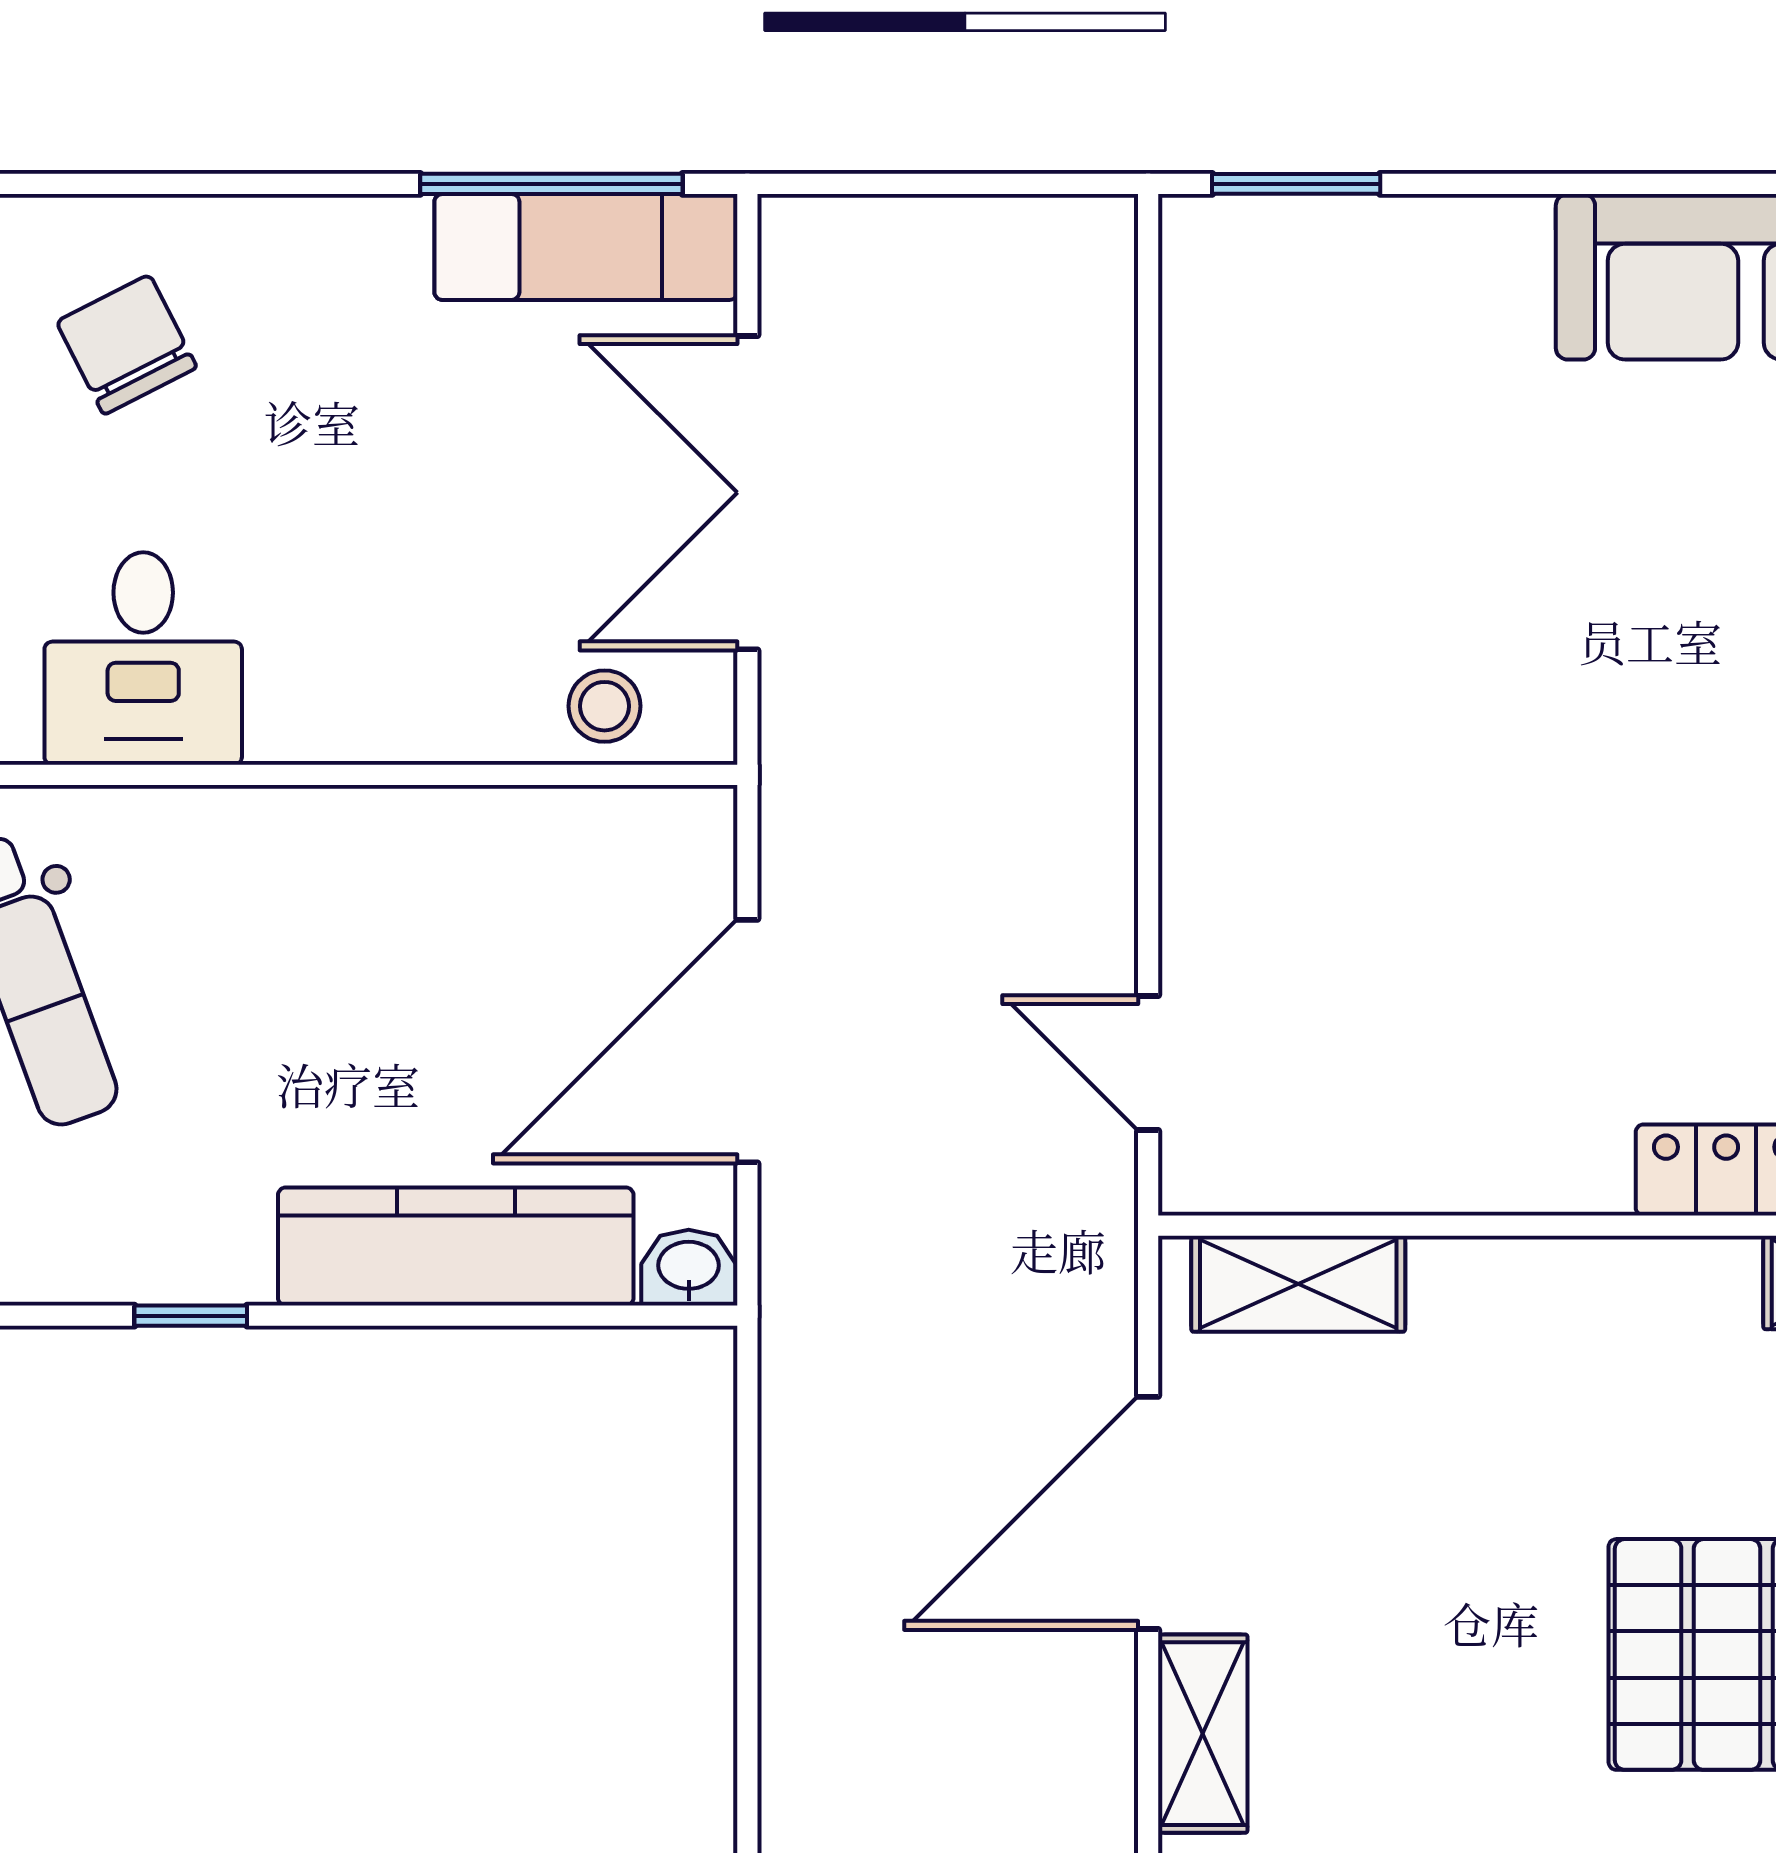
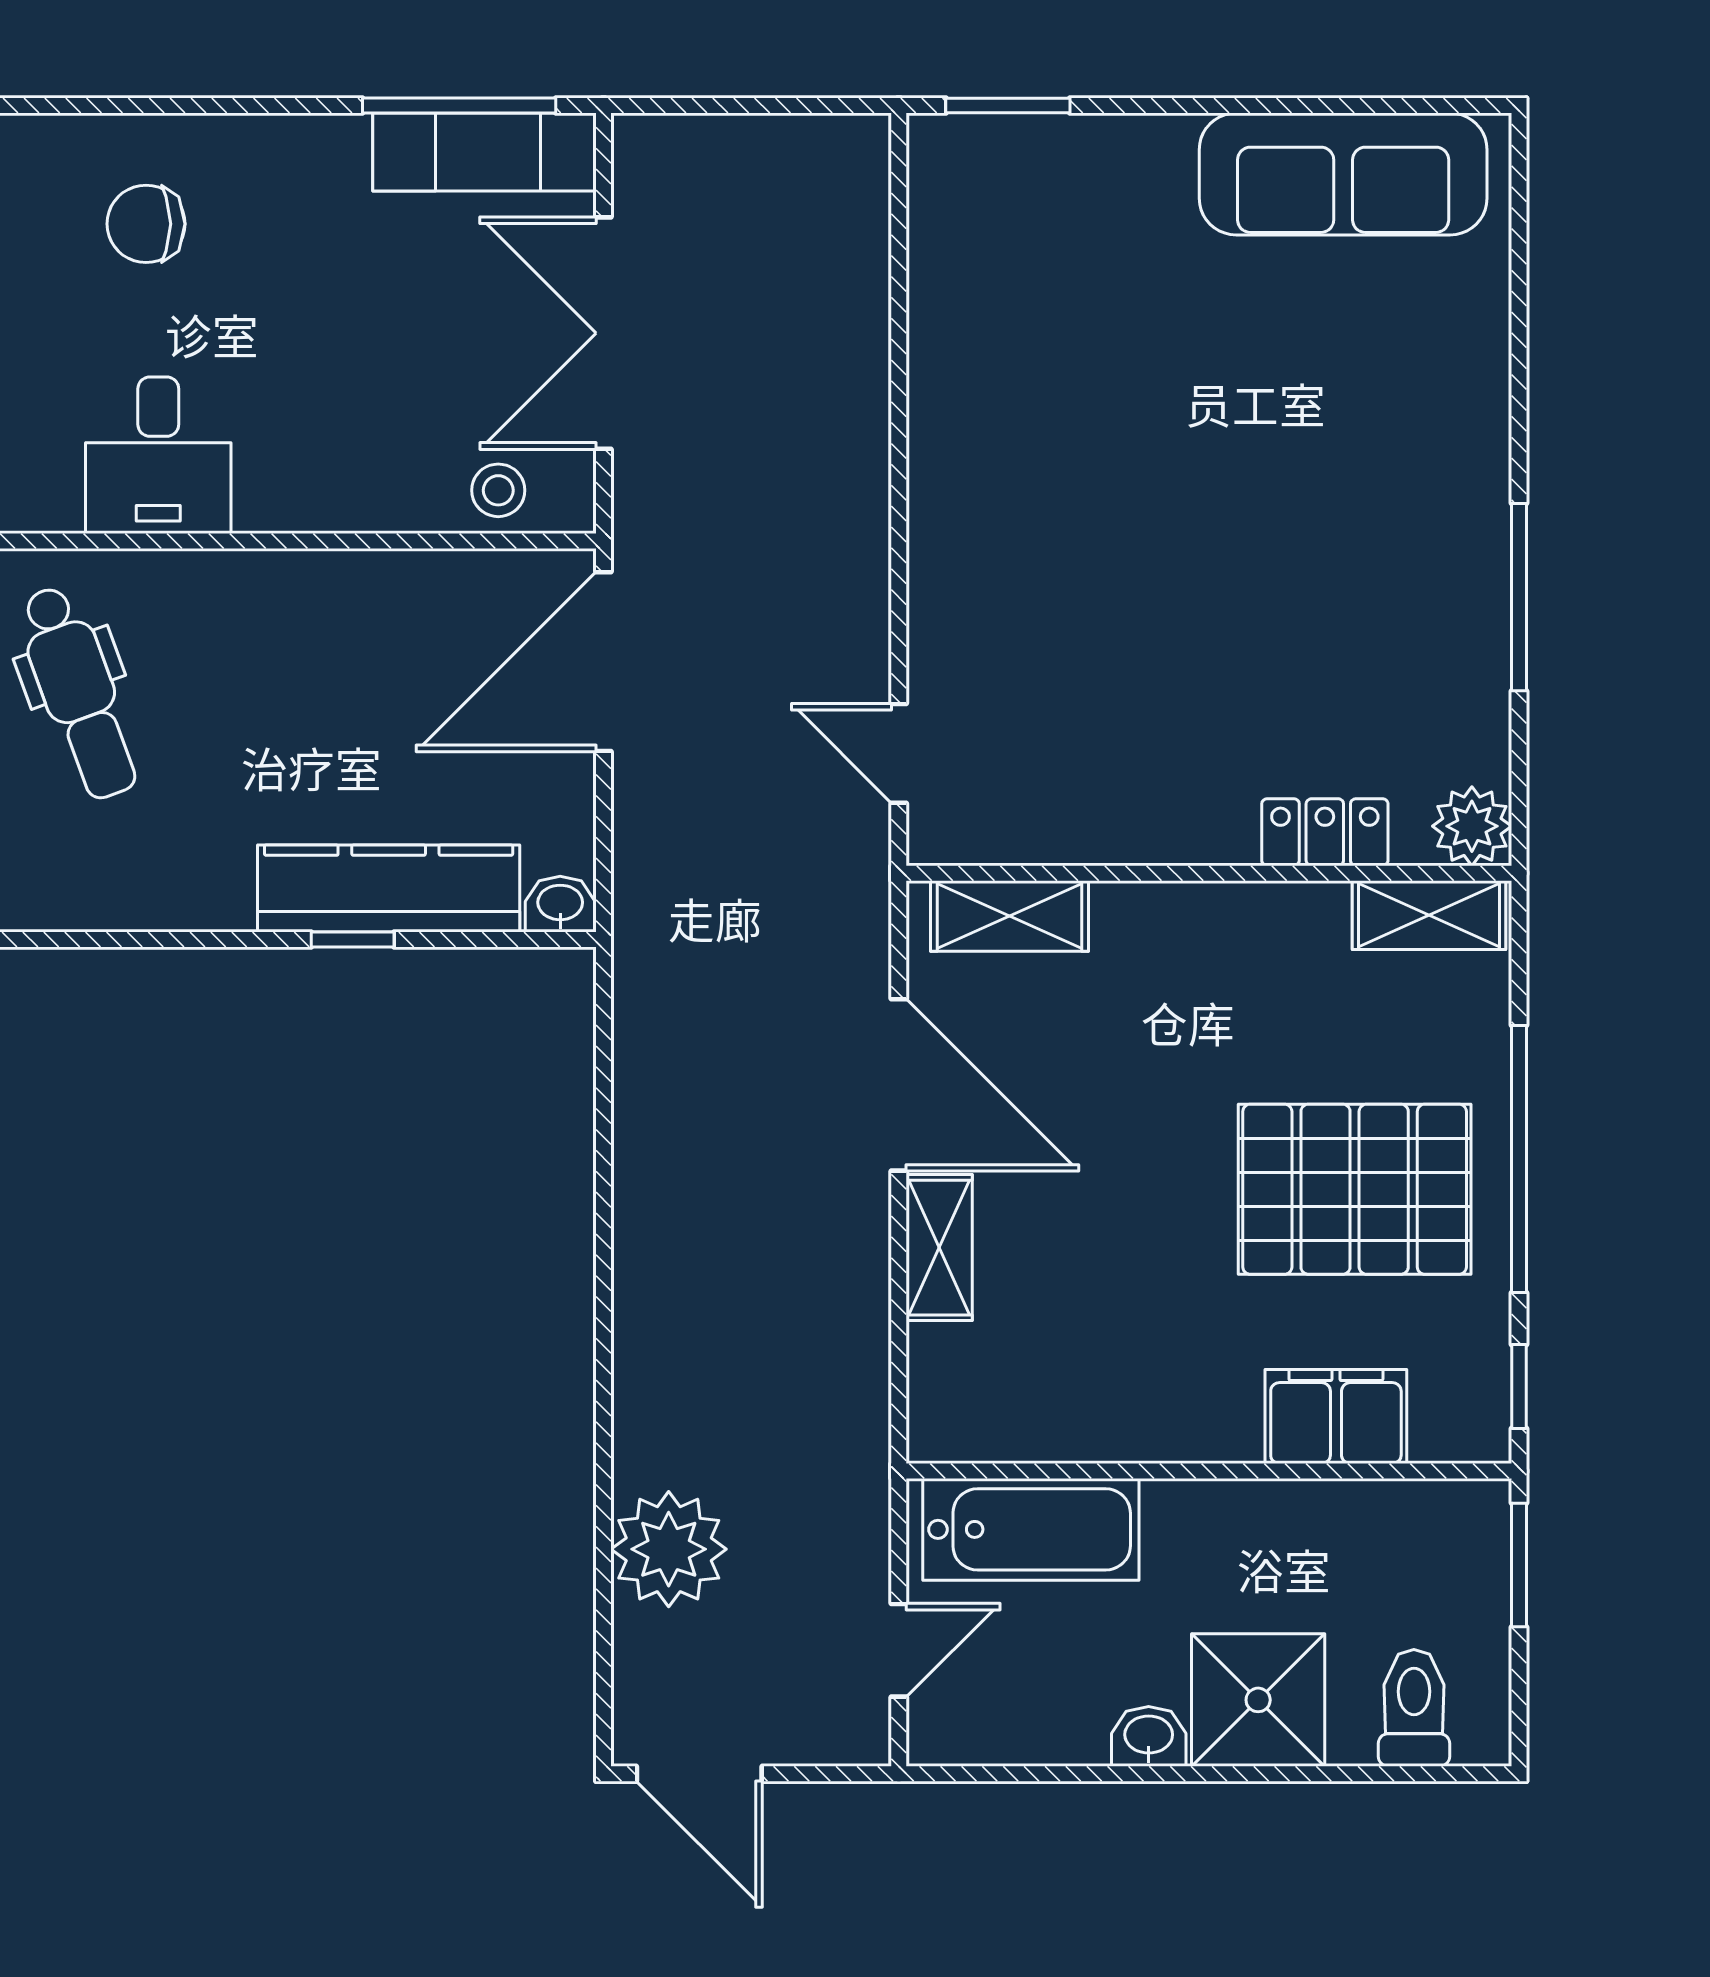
chair: (127, 345) -> (146, 224), turned -63
door: (747, 1041) -> (604, 662), moved
window: (191, 1316) -> (353, 940), moved
door: (1148, 1513) -> (899, 1085), swing flipped

